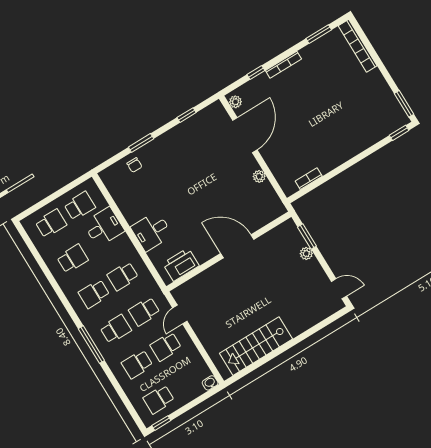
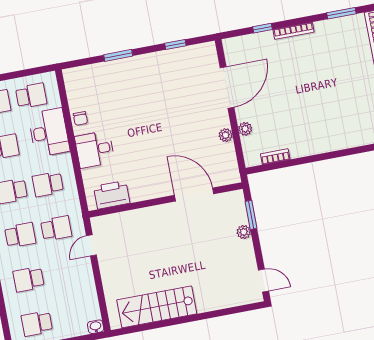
plant: (235, 102) -> (245, 129), moved
chair: (134, 165) -> (80, 118), moved
desk: (104, 227) -> (49, 132), width x1.37
door: (237, 246) -> (194, 195), moved
school desk: (144, 311) -> (56, 228), turned 180
school desk: (166, 347) -> (65, 273), removed

